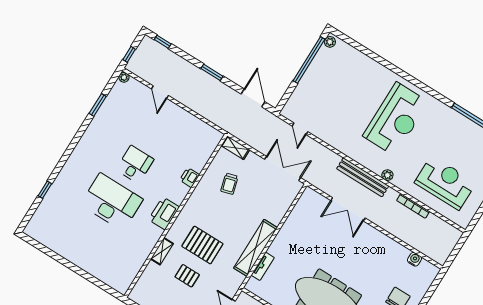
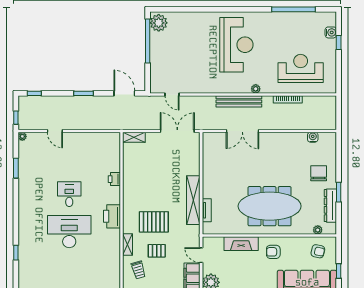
plant: (330, 42) -> (159, 23), width x1.87, depth x1.87
trolley: (229, 184) -> (138, 270), moved

